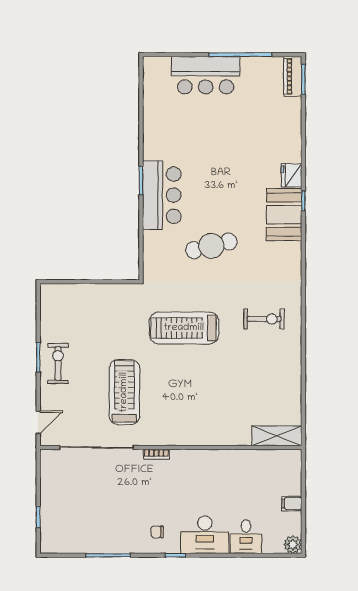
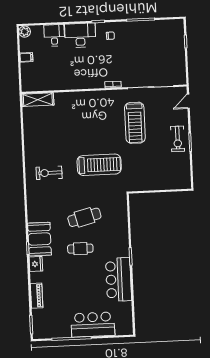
piano: (293, 76) -> (37, 296), moved
bar counter: (162, 195) -> (118, 279), moved
cafe table: (220, 196) -> (80, 249), added

